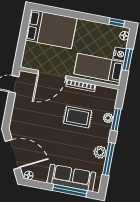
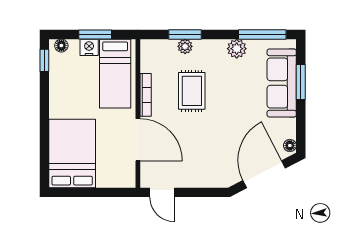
window: (109, 159) -> (262, 34), moved
window: (70, 191) -> (301, 82), width x0.69

